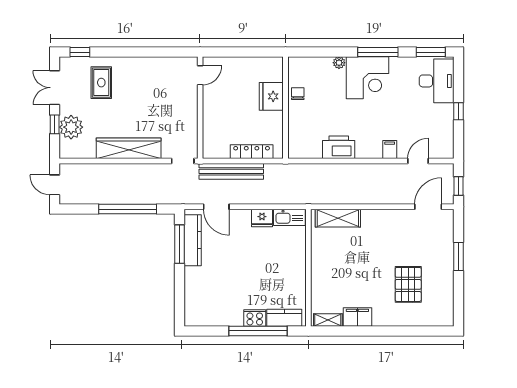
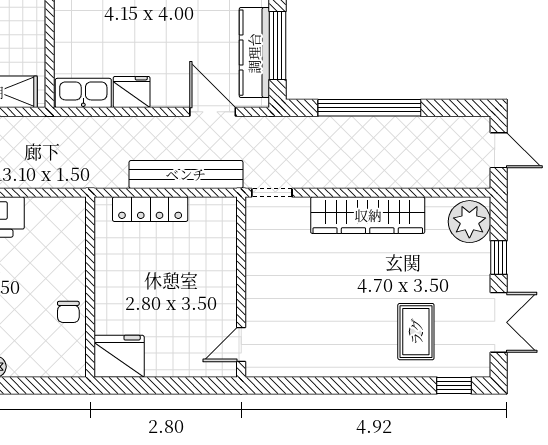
fridge: (271, 96) -> (119, 356), moved, turned -90
plant: (71, 127) -> (469, 222), moved

